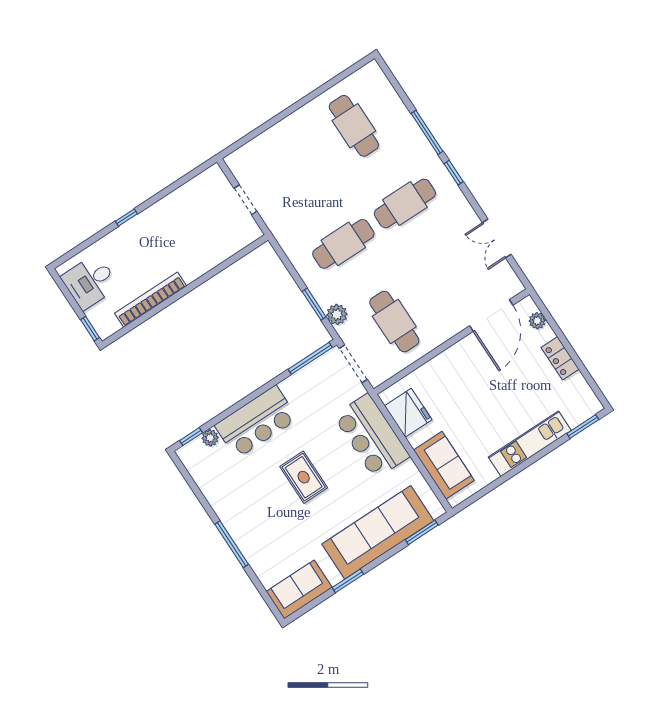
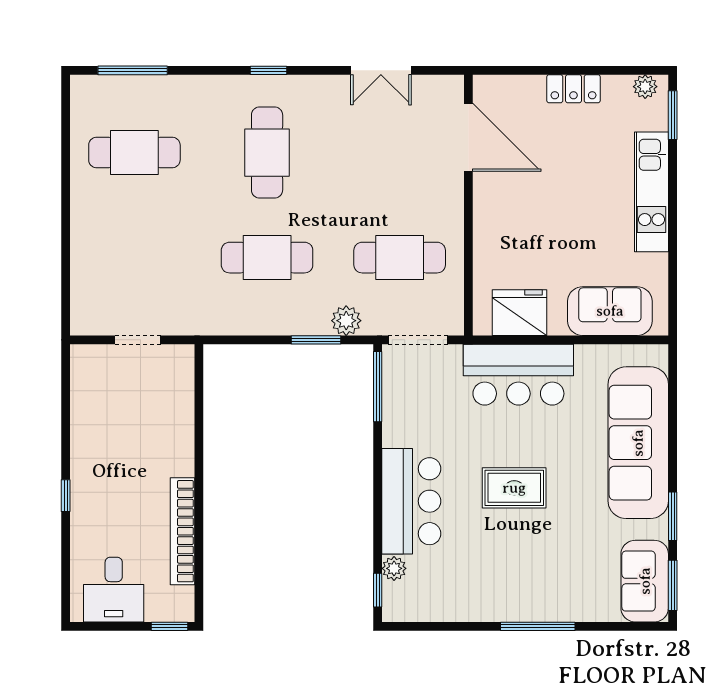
window: (427, 132) -> (133, 70), moved
cafe table: (343, 244) -> (267, 258), turned 90
plant: (537, 321) -> (645, 87), moved
window: (422, 532) -> (673, 585), moved

